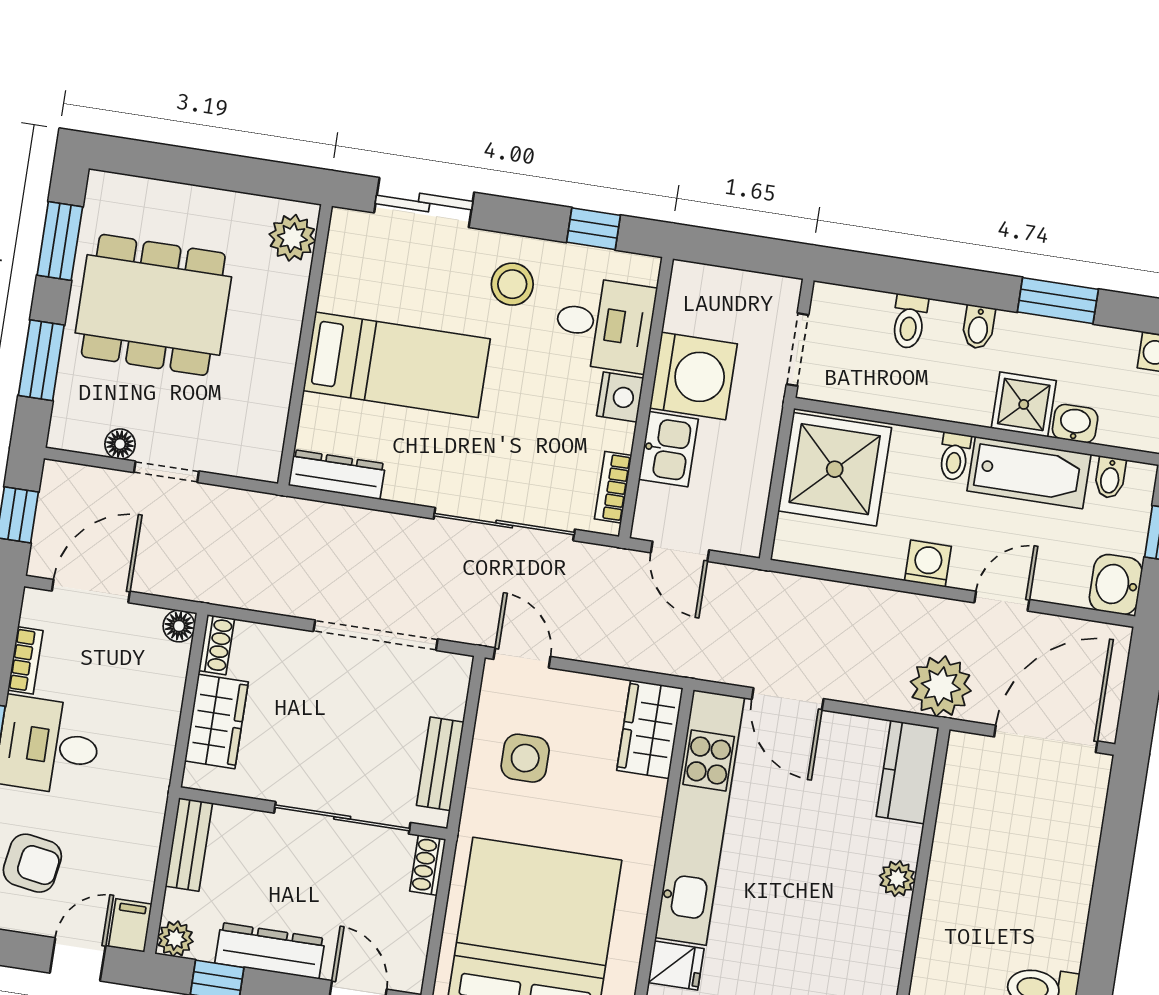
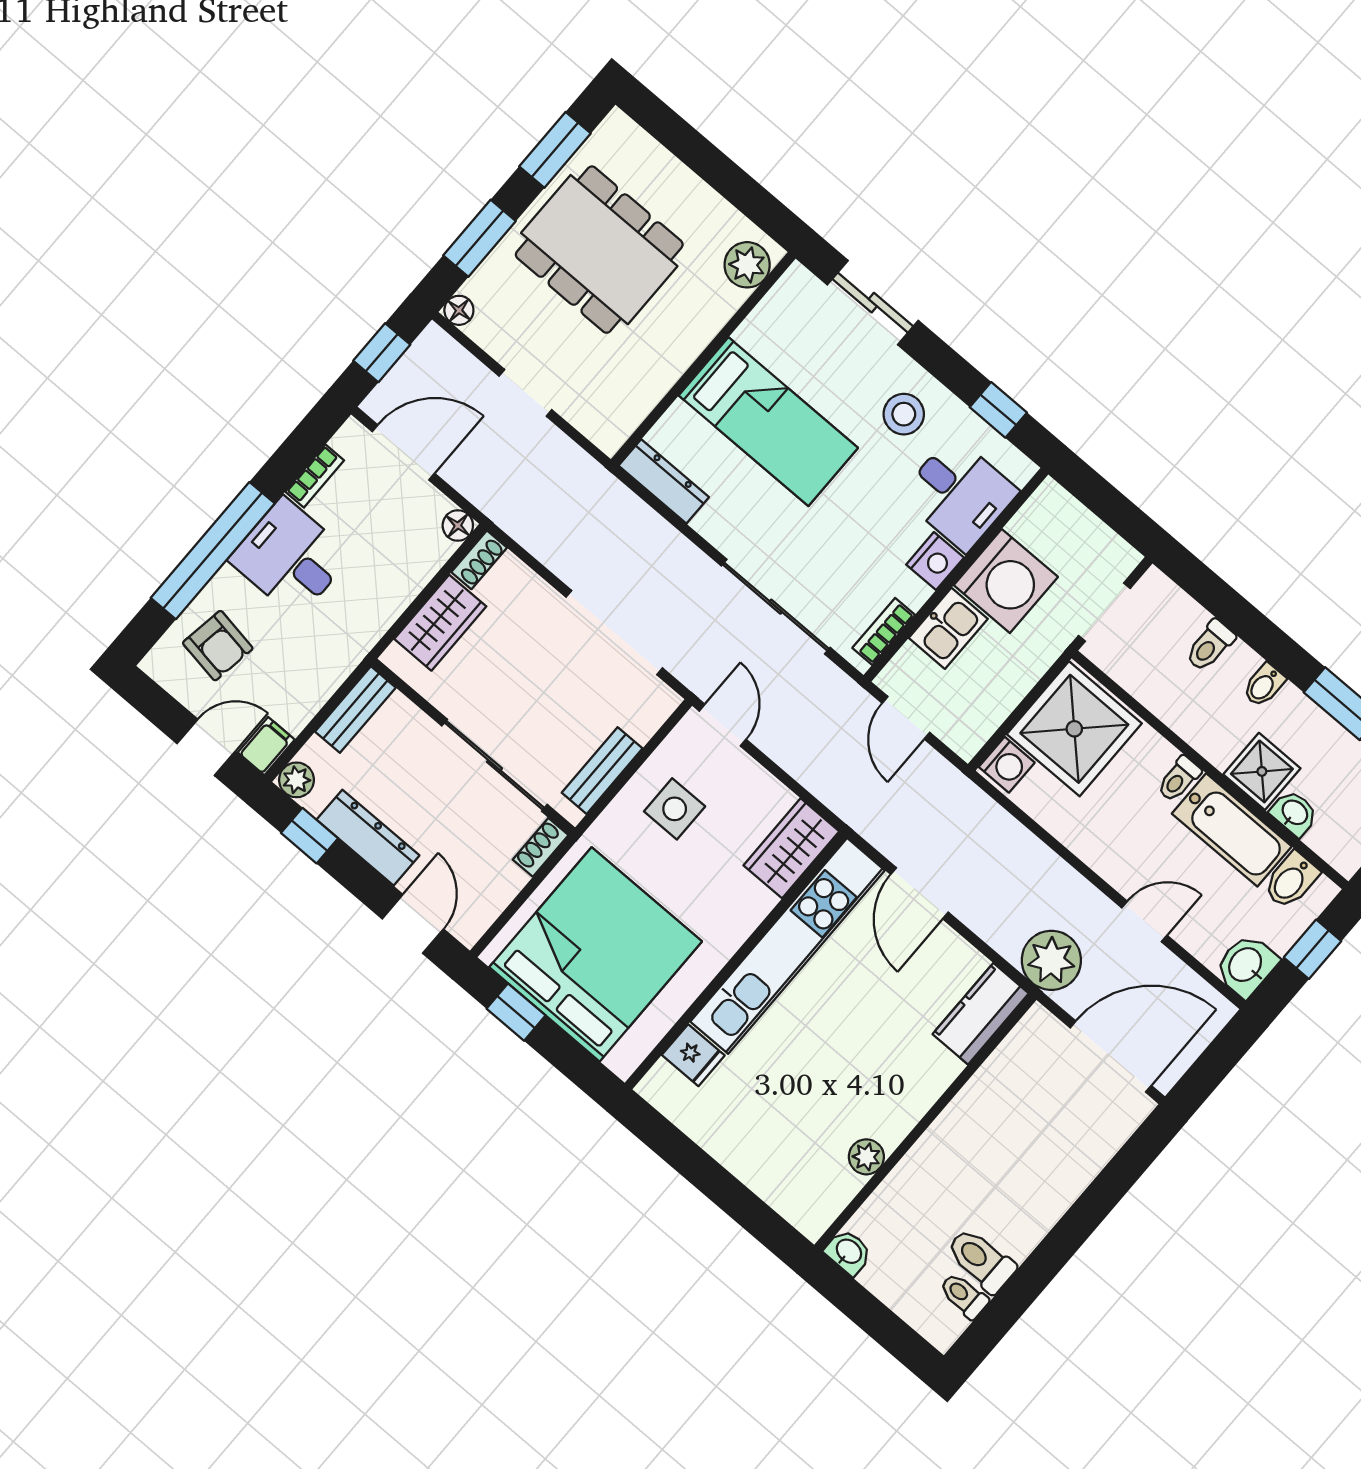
floor lamp: (120, 444) -> (459, 310), moved
bidet: (1110, 478) -> (1291, 880), width x1.38, depth x1.36
washing machine: (928, 564) -> (1007, 765), moved, turned 90
plant: (897, 879) -> (866, 1157), moved

